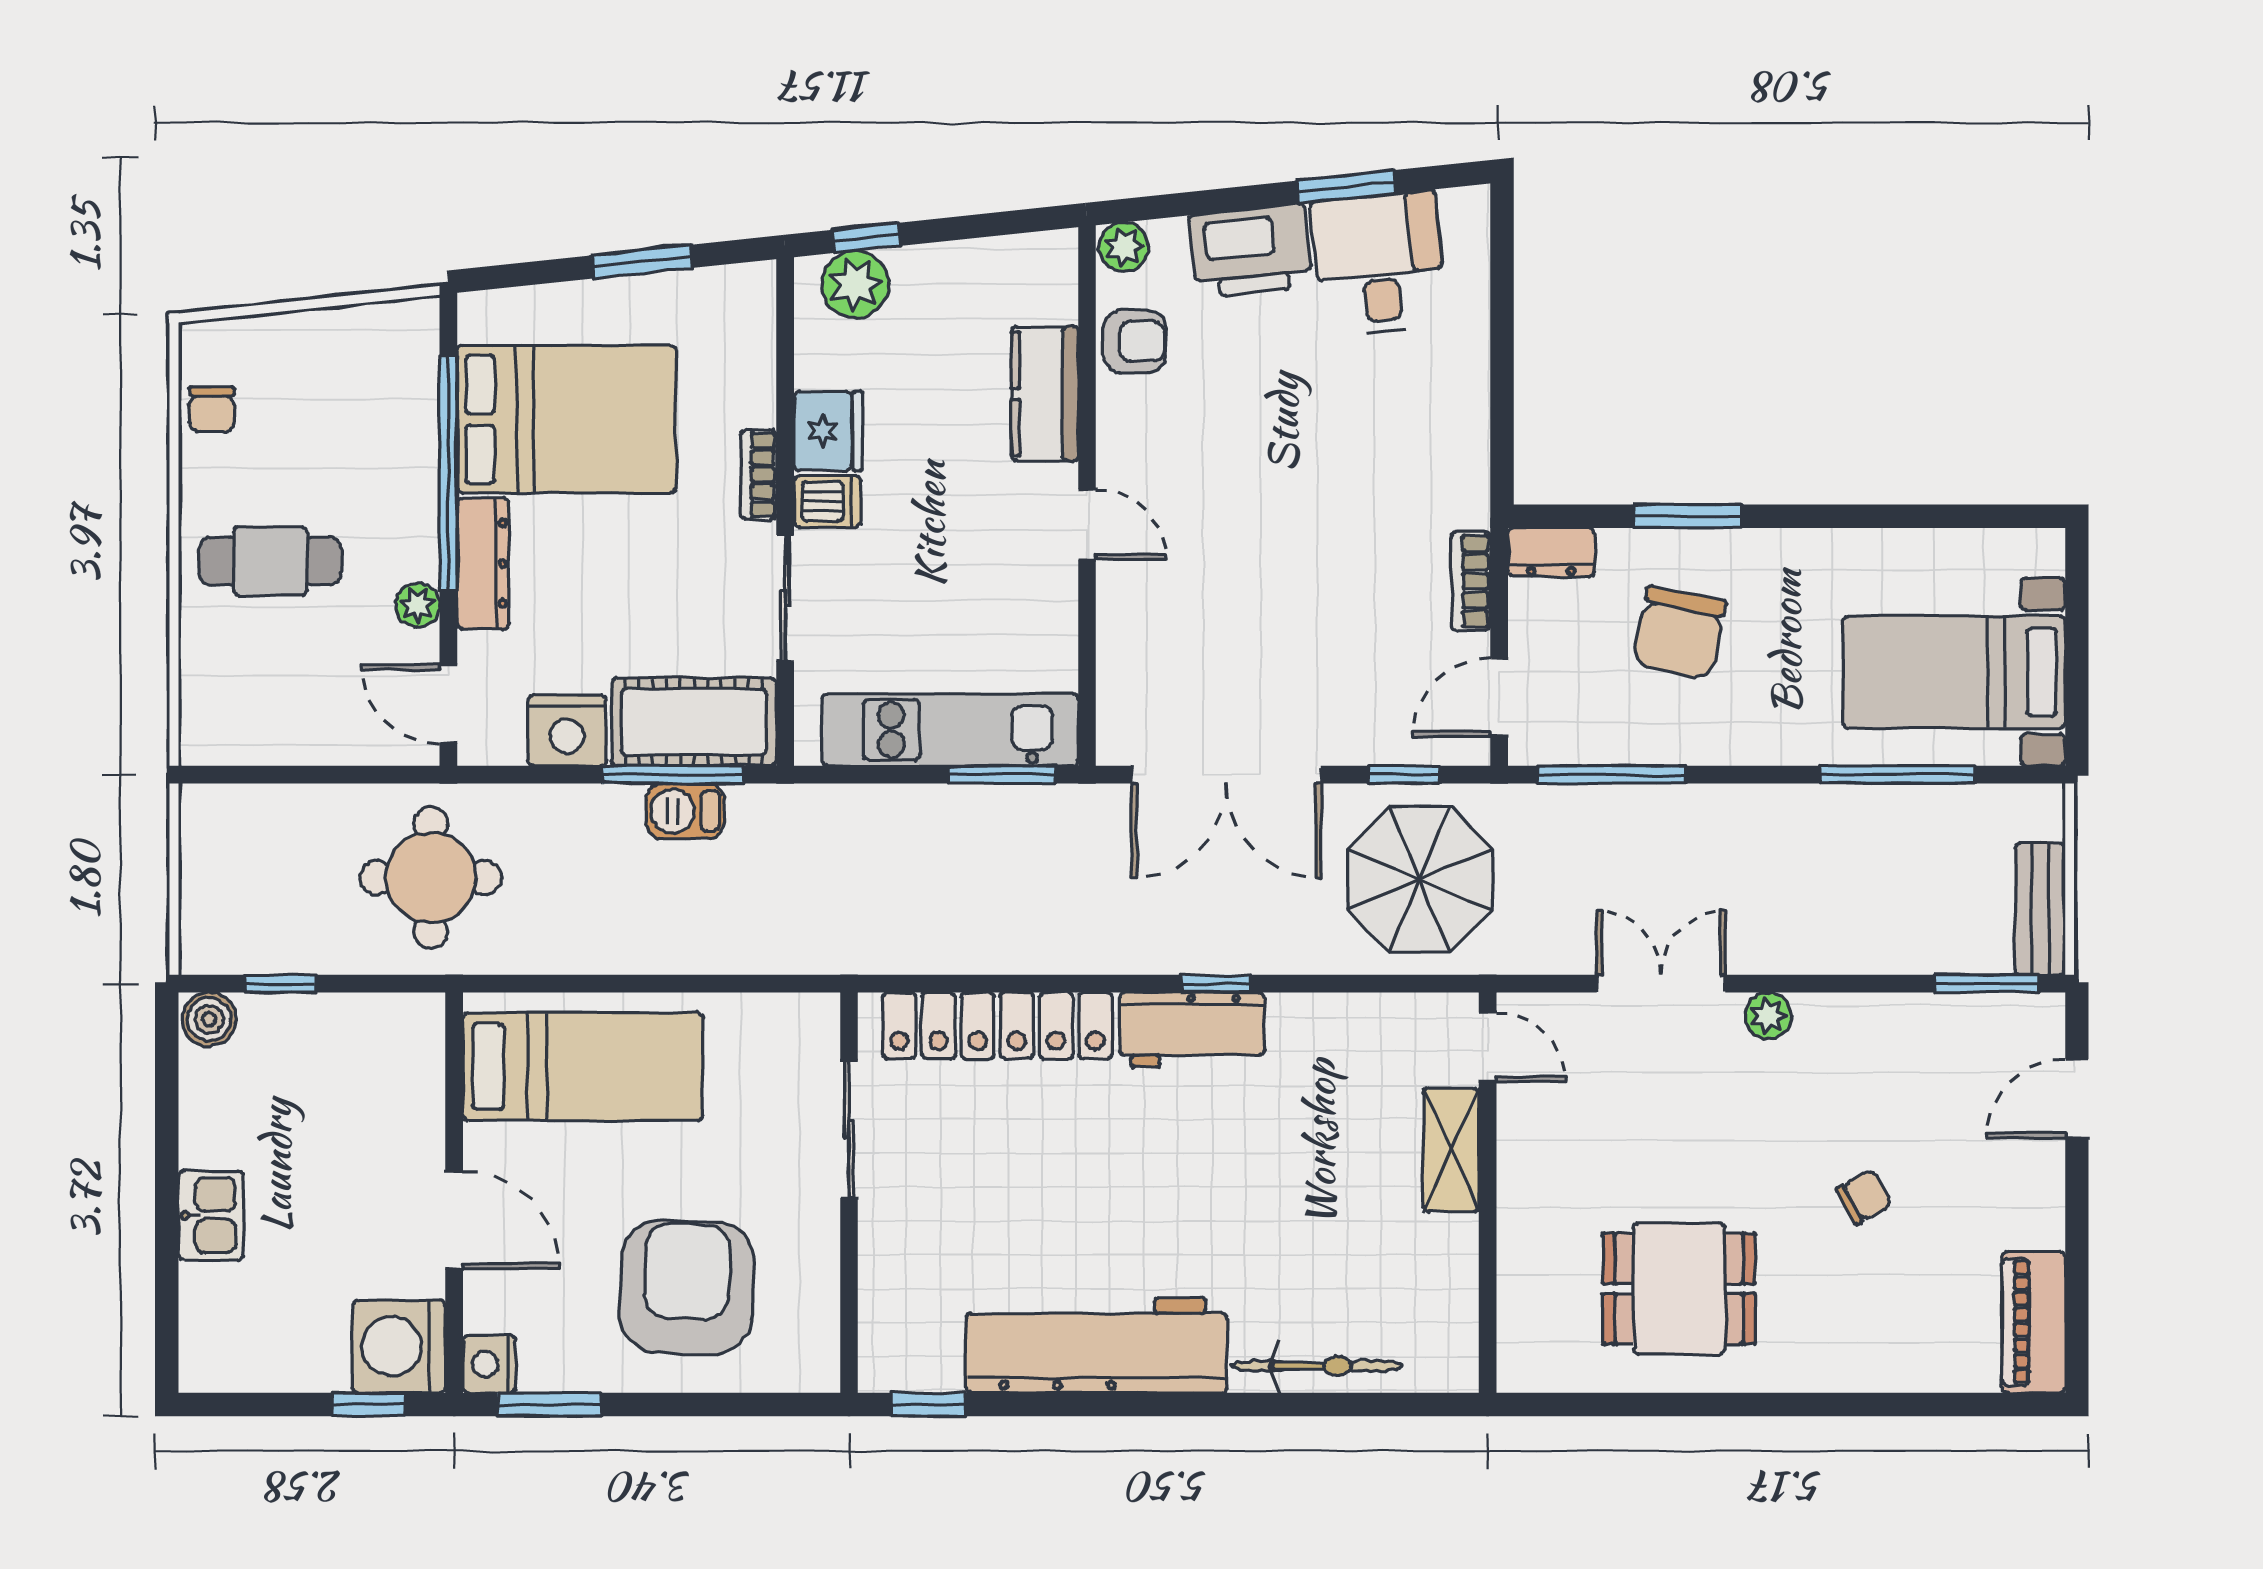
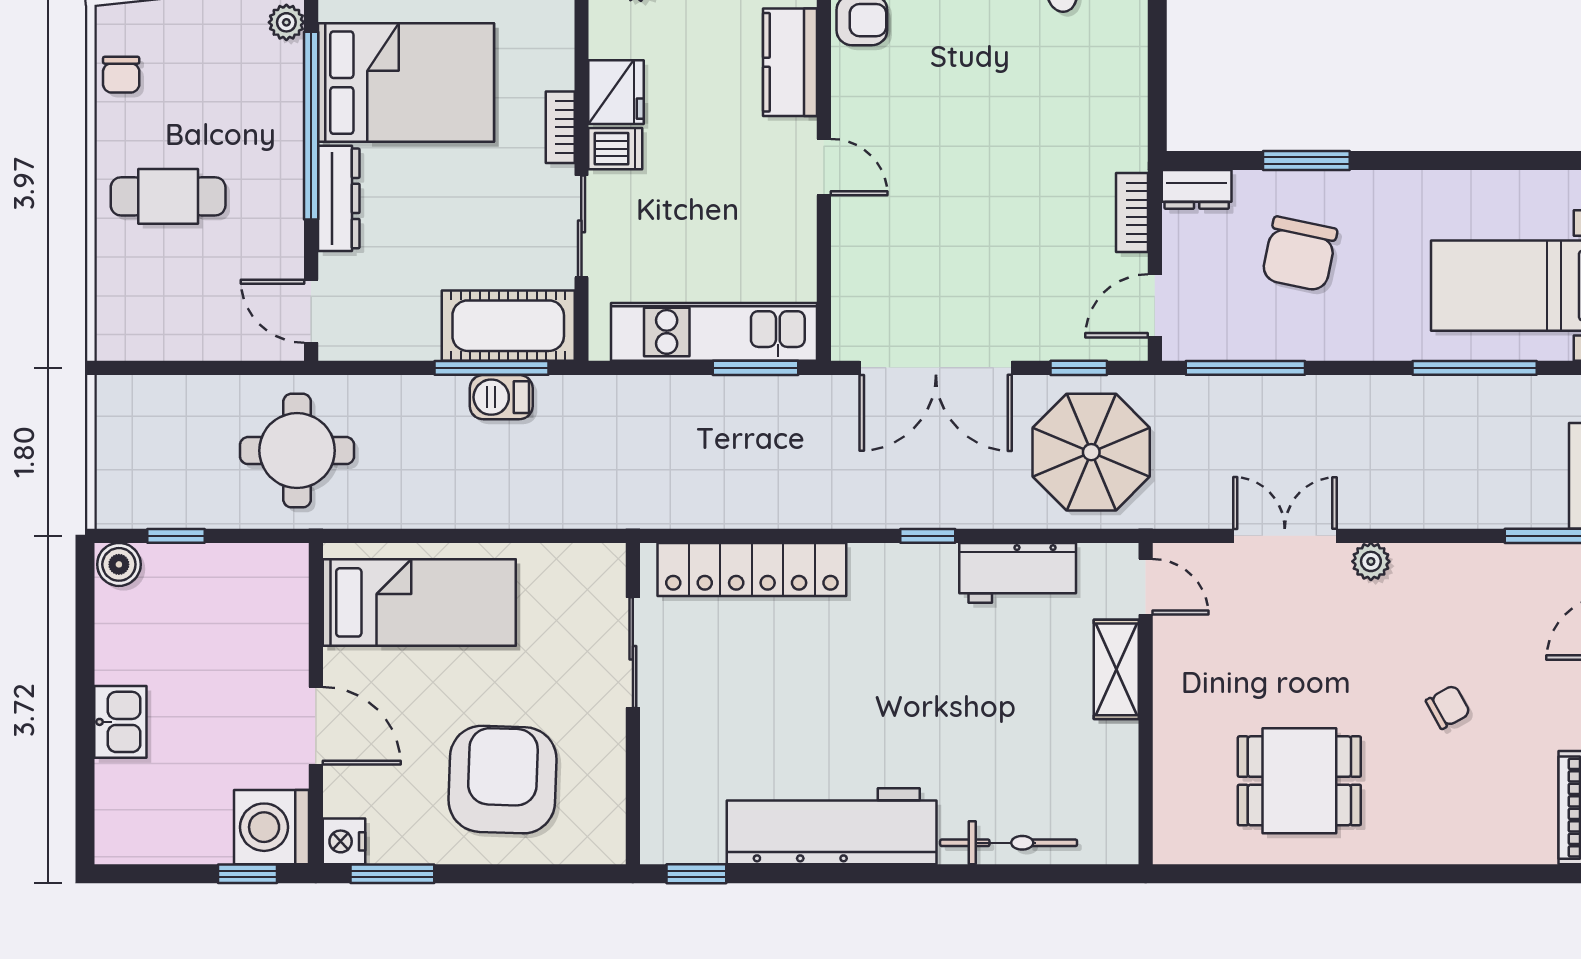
plant: (418, 605) -> (286, 22), moved
nightstand: (567, 730) -> (406, 332), removed
workbench: (1192, 1030) -> (1018, 573), moved

